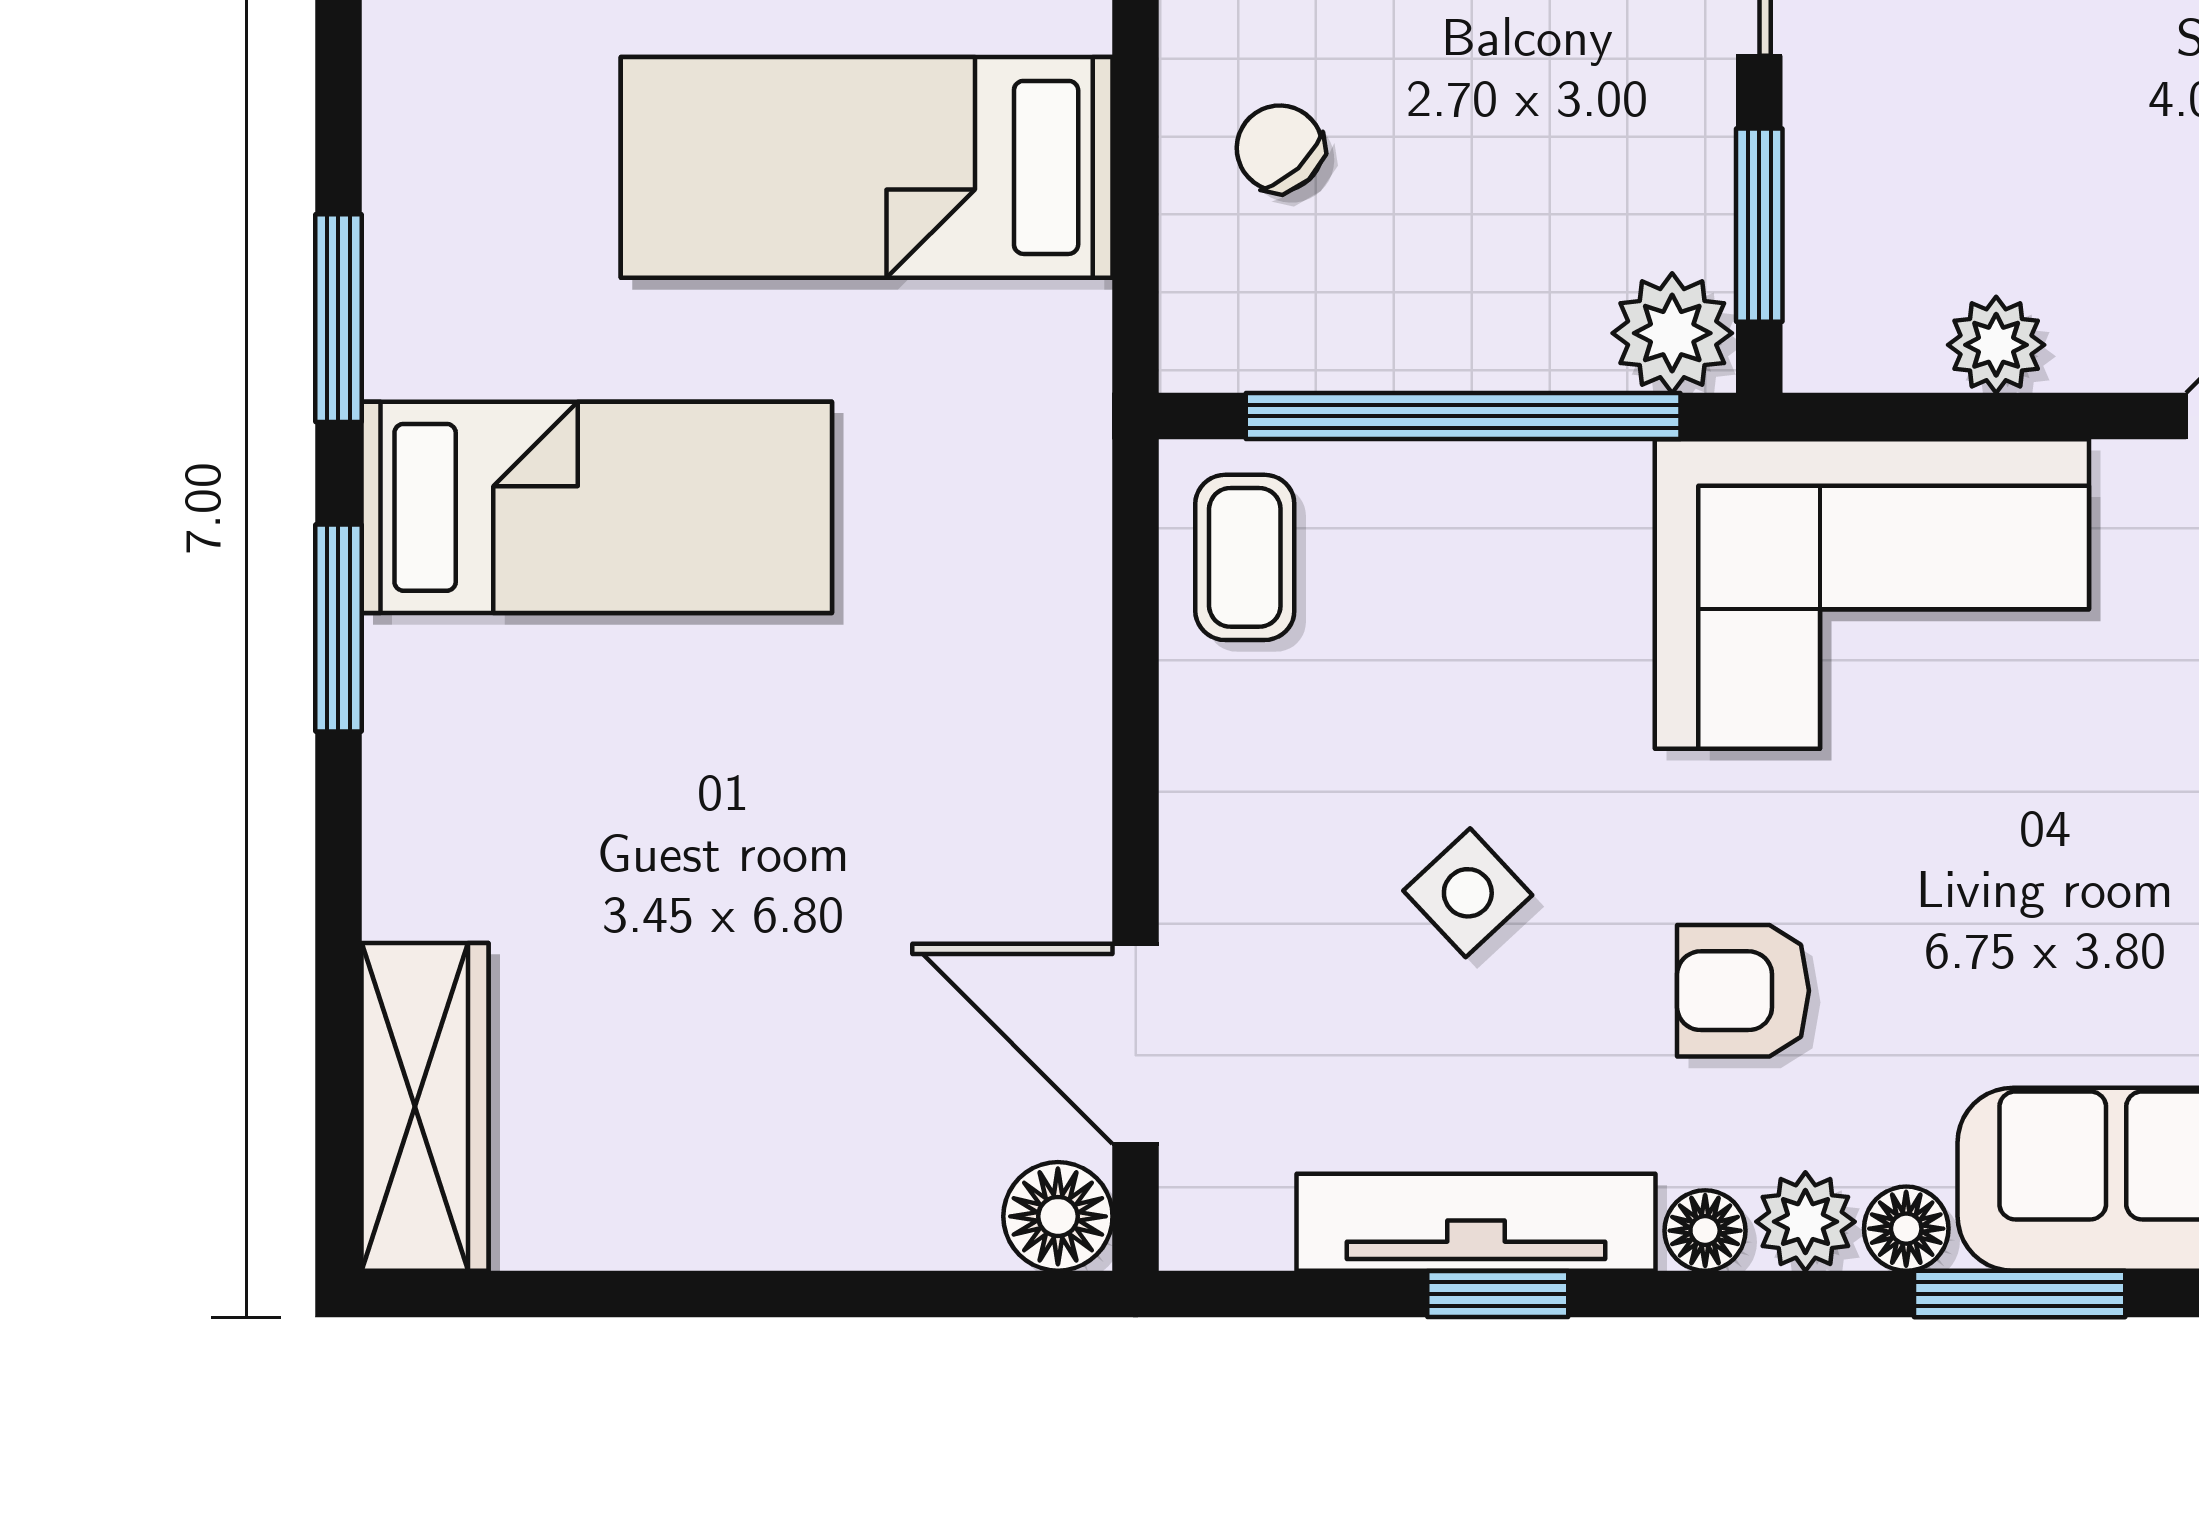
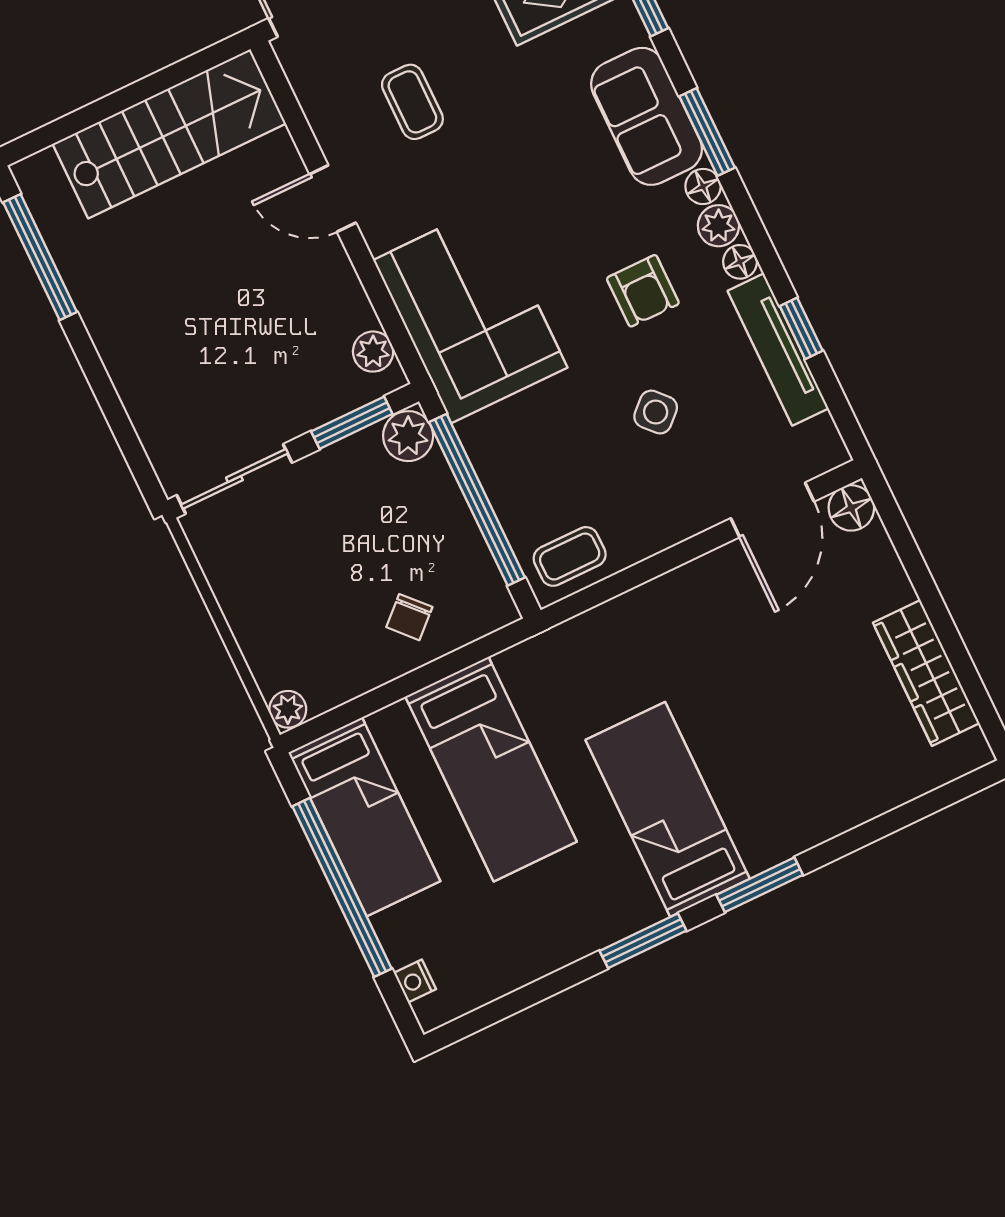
plant: (1996, 345) -> (373, 352), moved
wardrobe: (425, 1107) -> (926, 673), moved, turned -90

